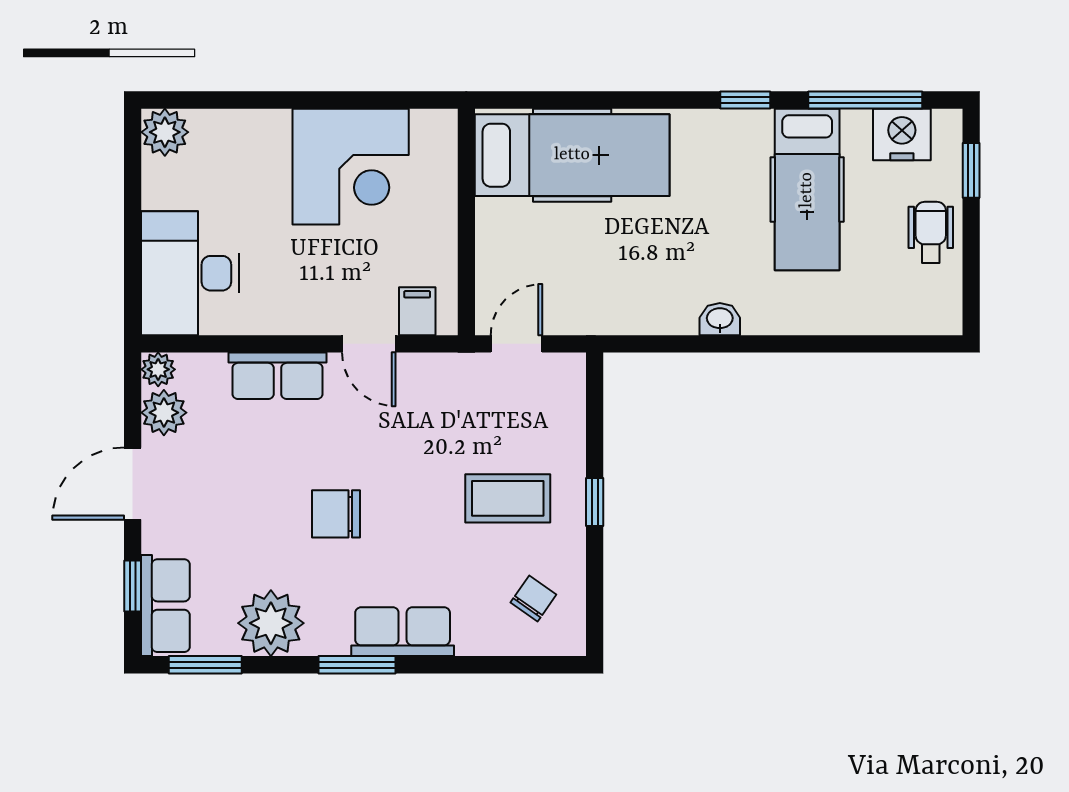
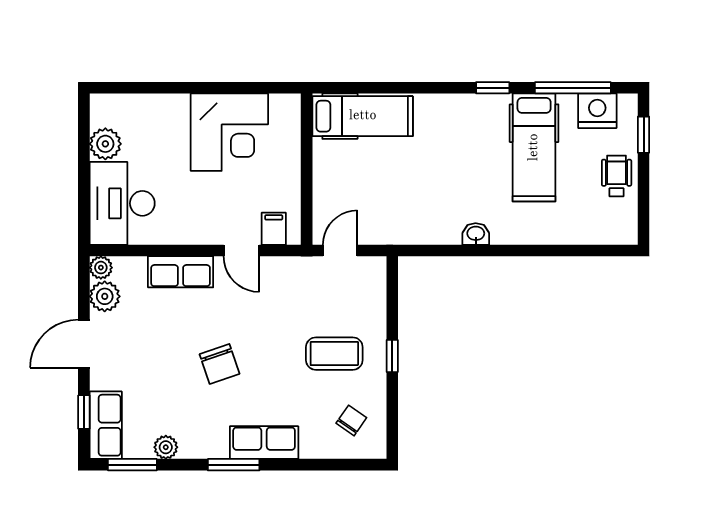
plant: (165, 132) -> (105, 144), moved
hospital bed: (572, 155) -> (363, 116), width x0.73, depth x0.78
chair: (336, 514) -> (220, 364), turned -109
plant: (271, 623) -> (166, 447), width x0.53, depth x0.53

